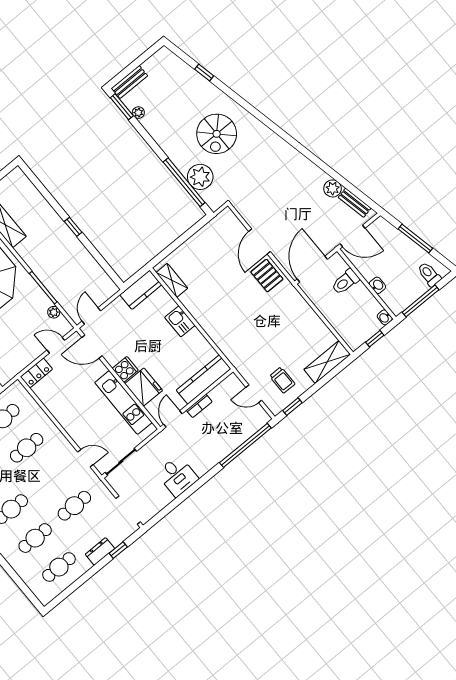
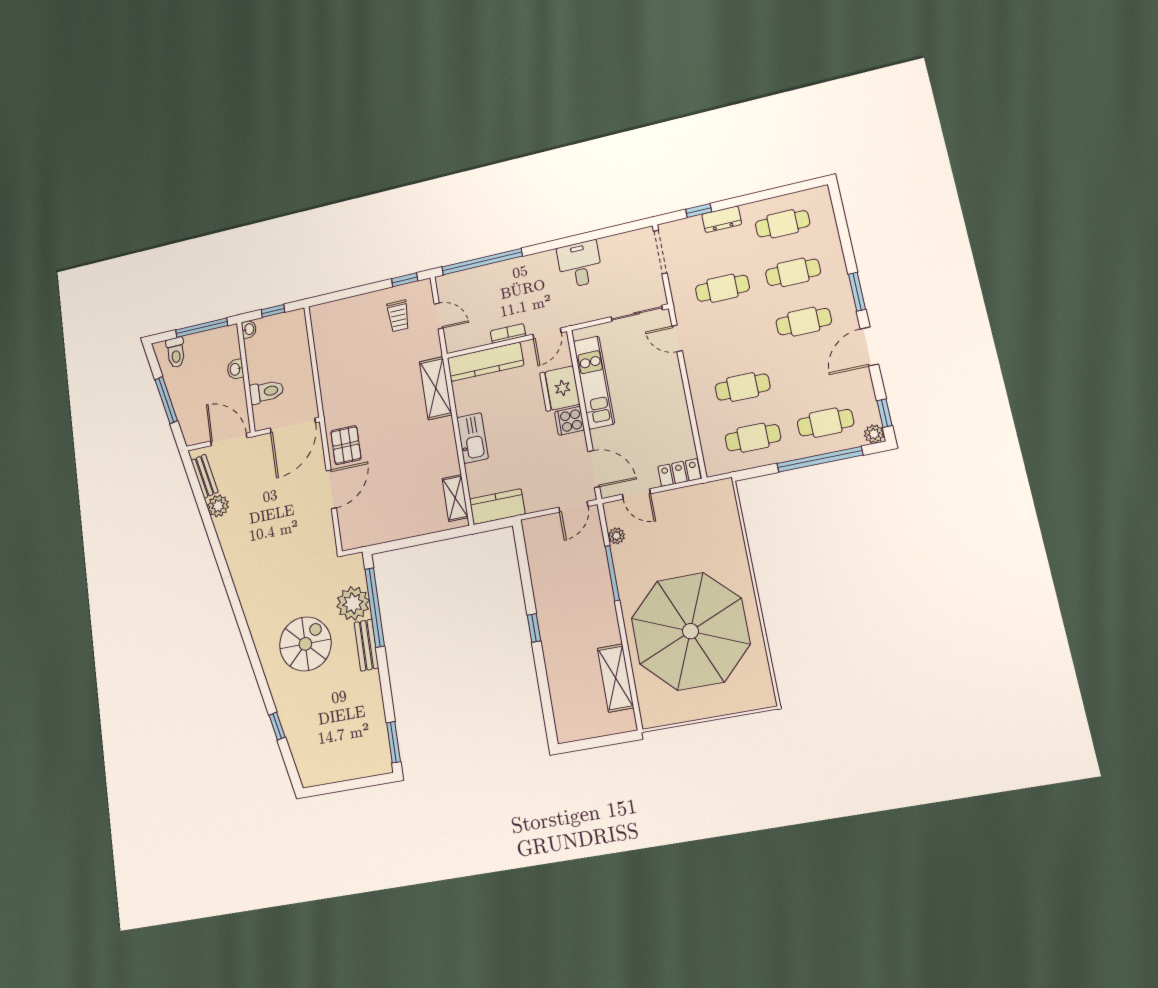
bench: (130, 82) -> (366, 645), moved, turned 90
plant: (138, 113) -> (379, 723), removed
kitchen sink: (180, 321) -> (473, 438), width x1.38
shelving: (327, 362) -> (436, 388), moved, turned 90
trolley: (282, 380) -> (398, 316), turned 180

